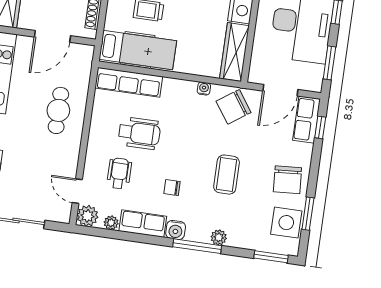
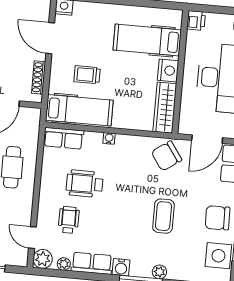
row of seats: (129, 82) -> (64, 138), width x0.68
water cooler: (204, 89) -> (109, 138), moved
wheelchair: (139, 133) -> (85, 184), turned 180
chair: (287, 180) -> (217, 218), turned 93
chair: (172, 188) -> (116, 230), removed

